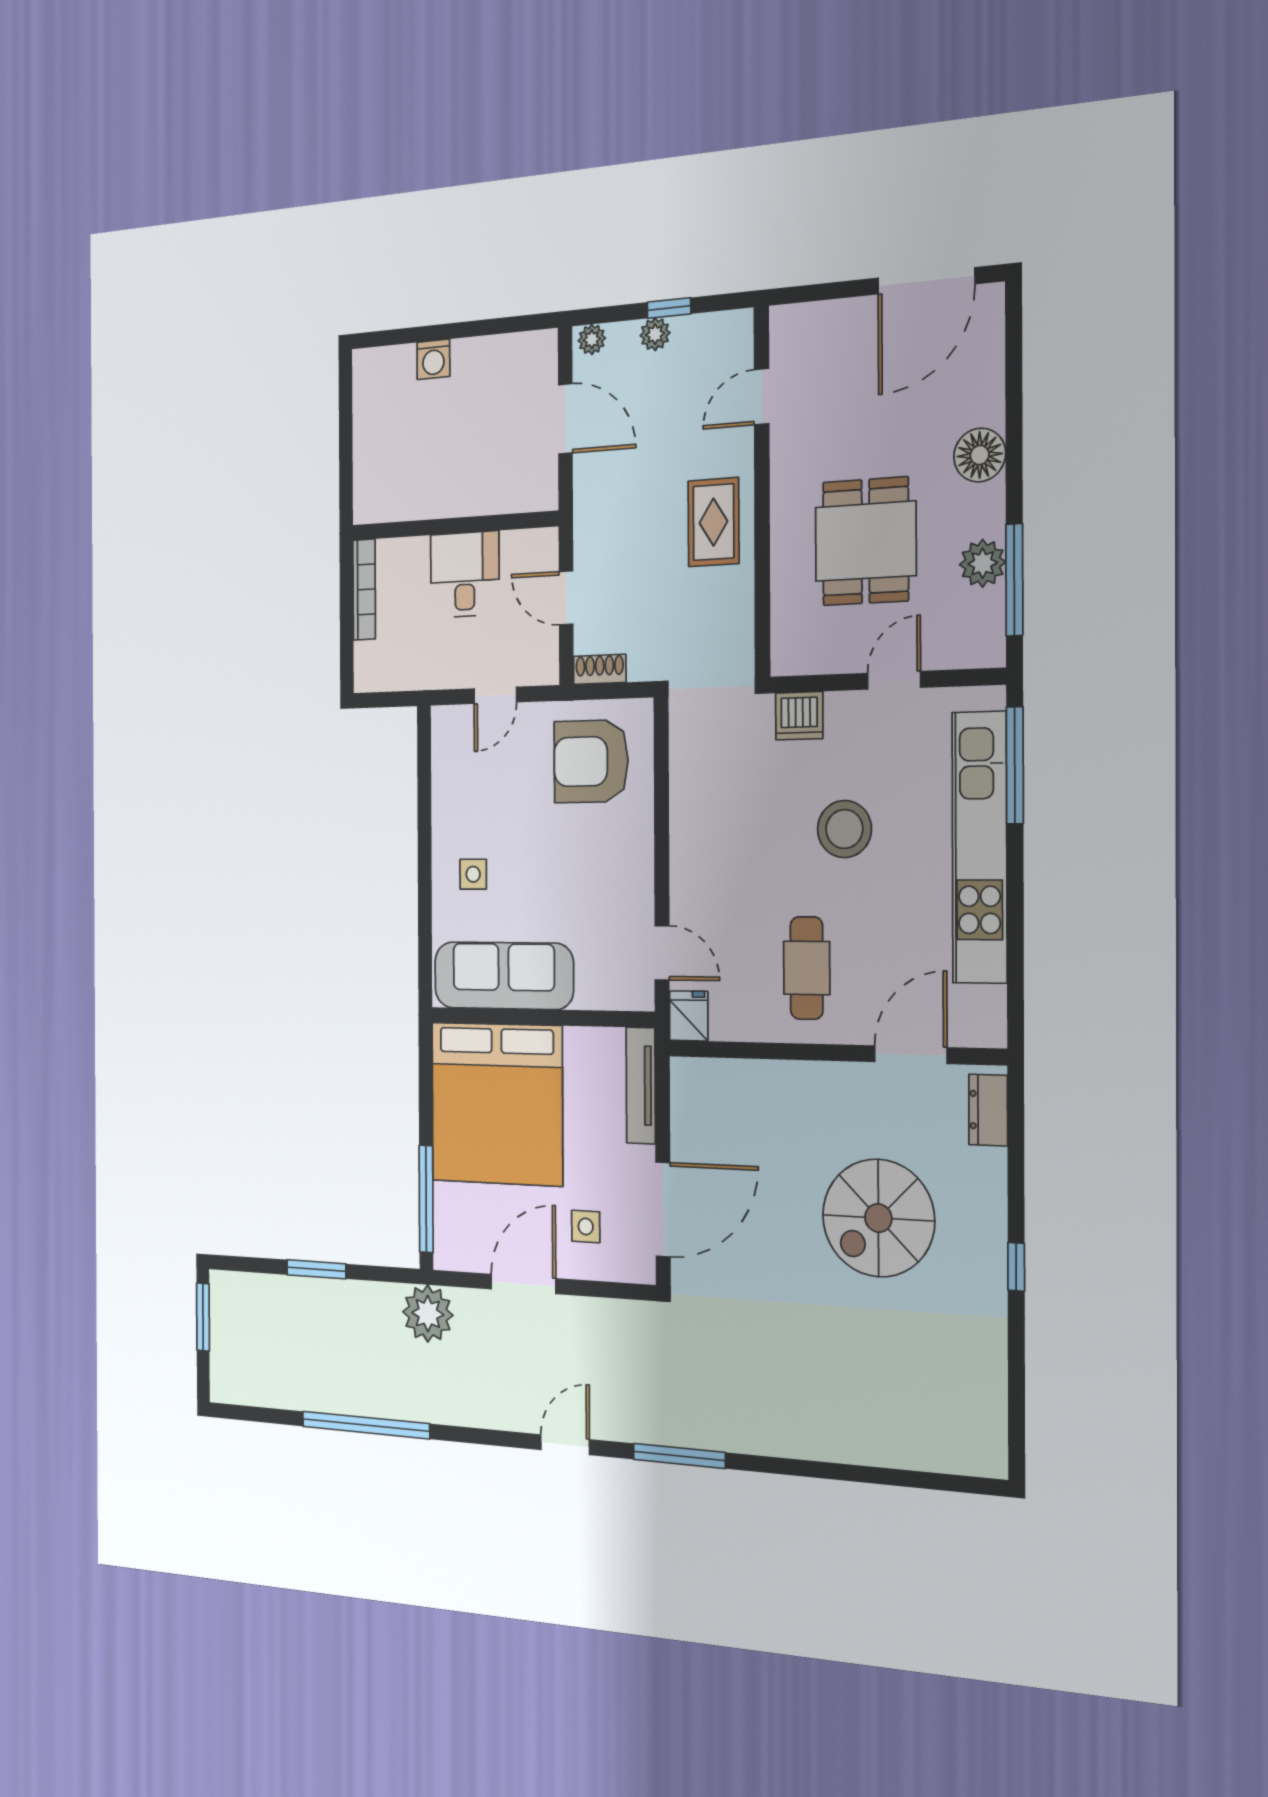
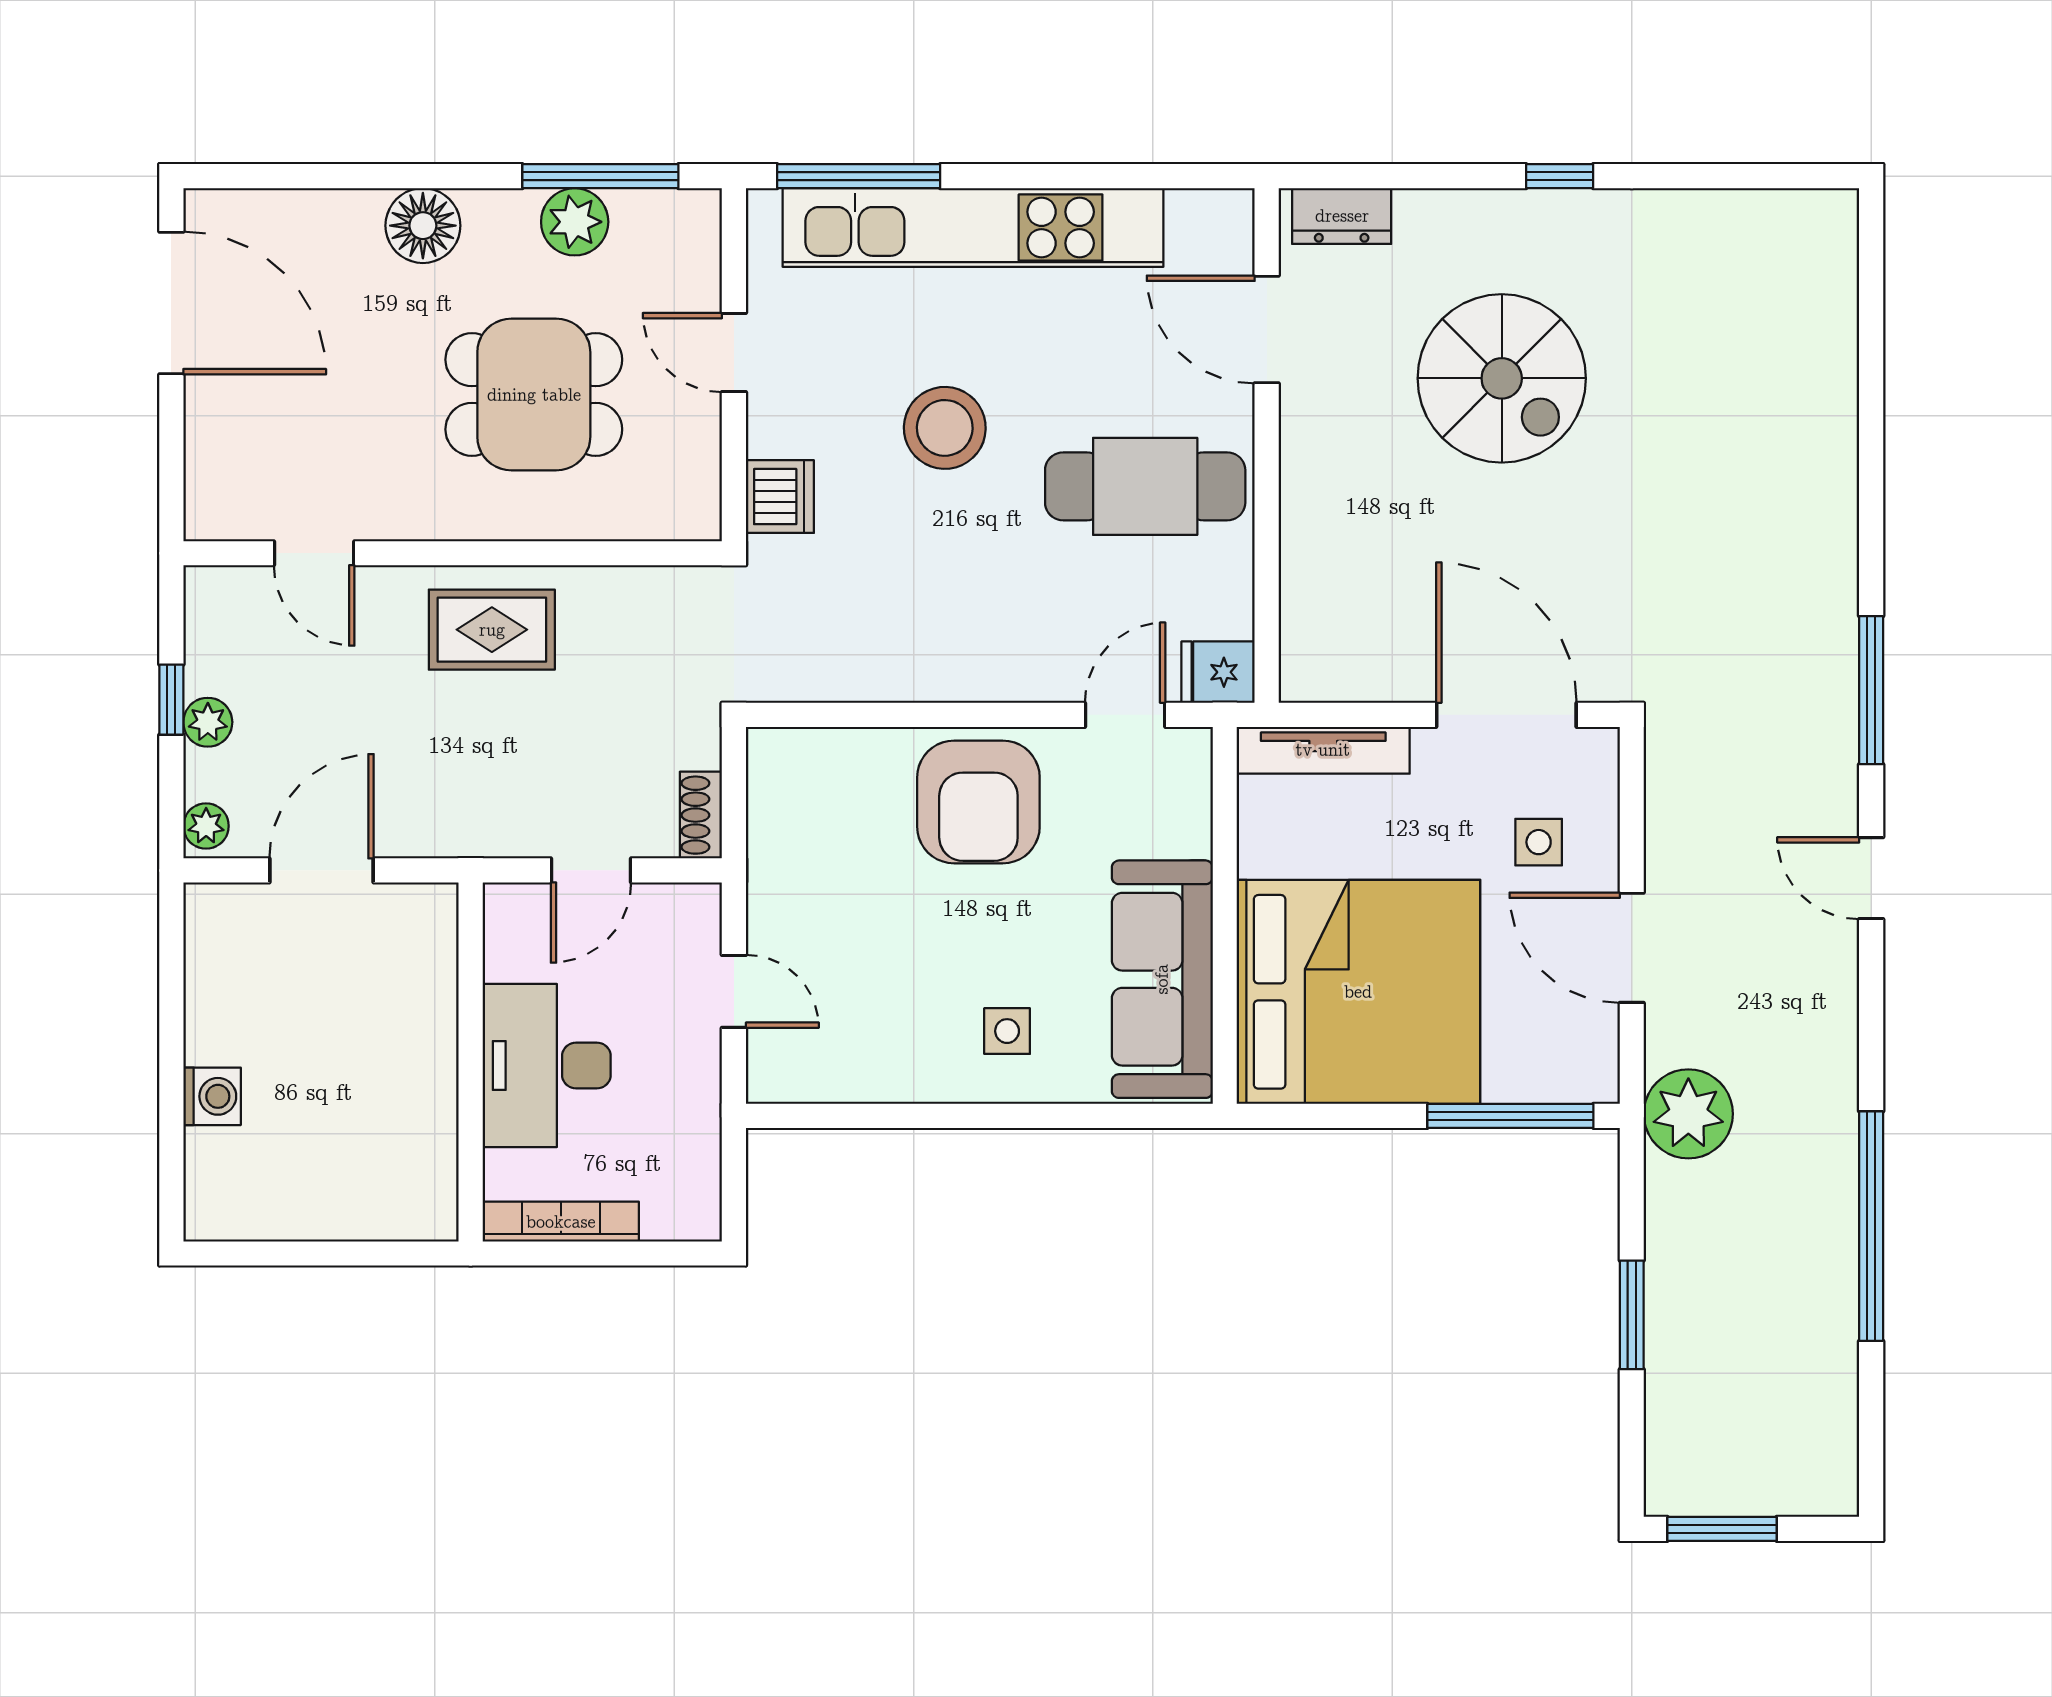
desk: (465, 574) -> (547, 1065), width x1.37
armchair: (591, 761) -> (978, 802), moved
cafe table: (807, 968) -> (1145, 486), width x1.37, depth x1.35

